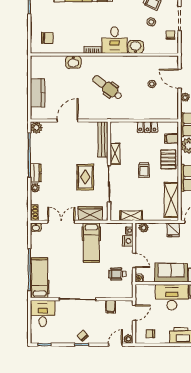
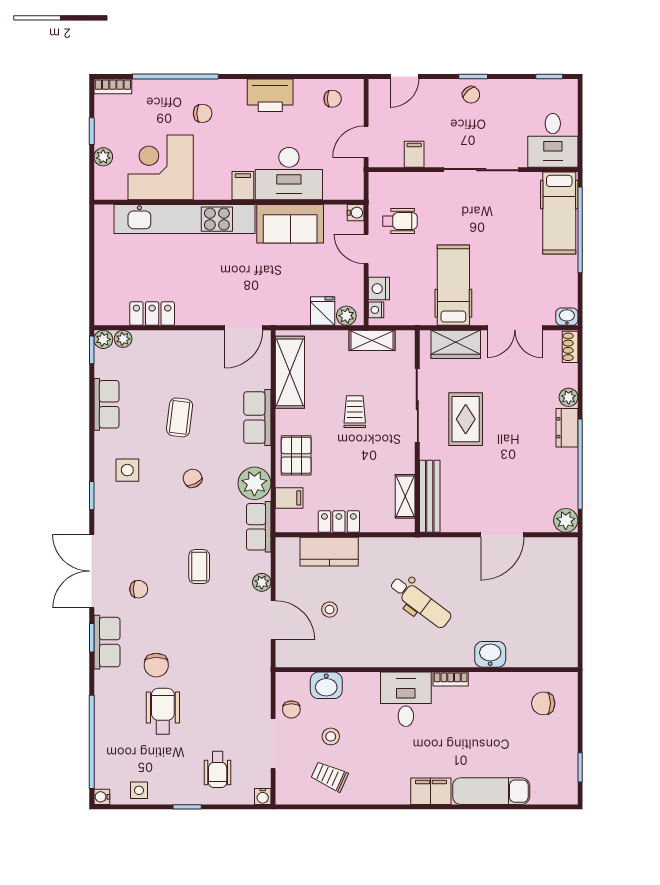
washbasin: (136, 47) -> (326, 685), moved
kitchen counter: (38, 93) -> (329, 552), moved, turned -90
shelving: (115, 154) -> (405, 496), moved
trolley: (144, 170) -> (355, 412), moved
fridge: (173, 230) -> (323, 311), moved
plant: (128, 339) -> (378, 88), removed

